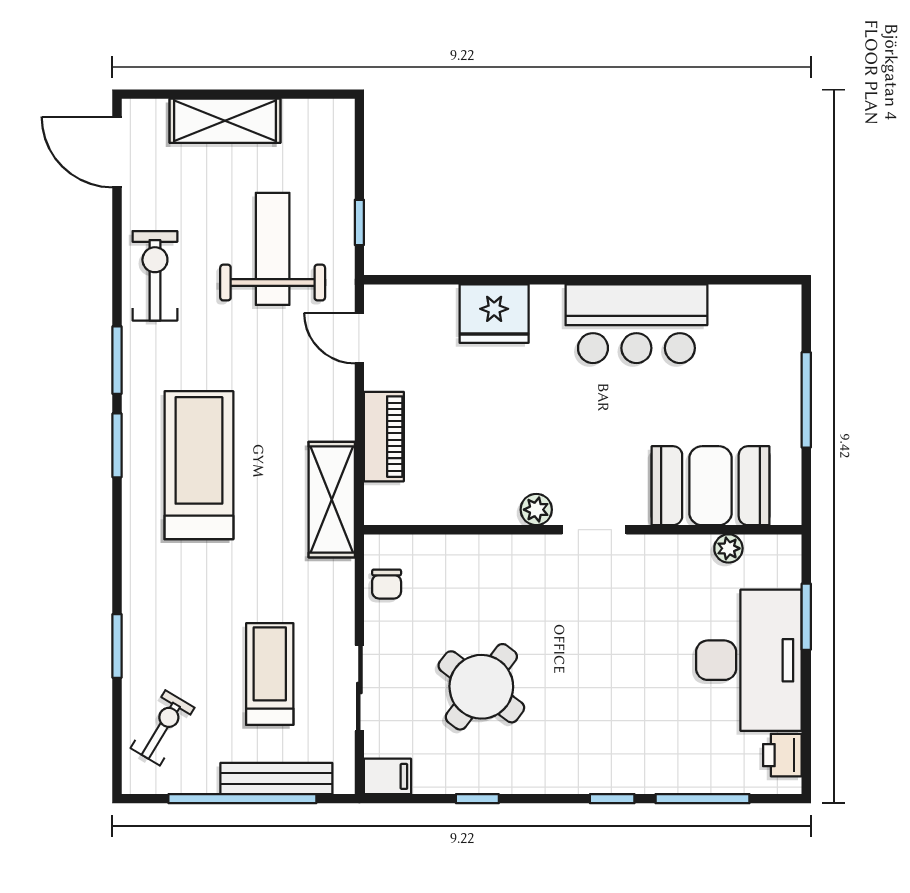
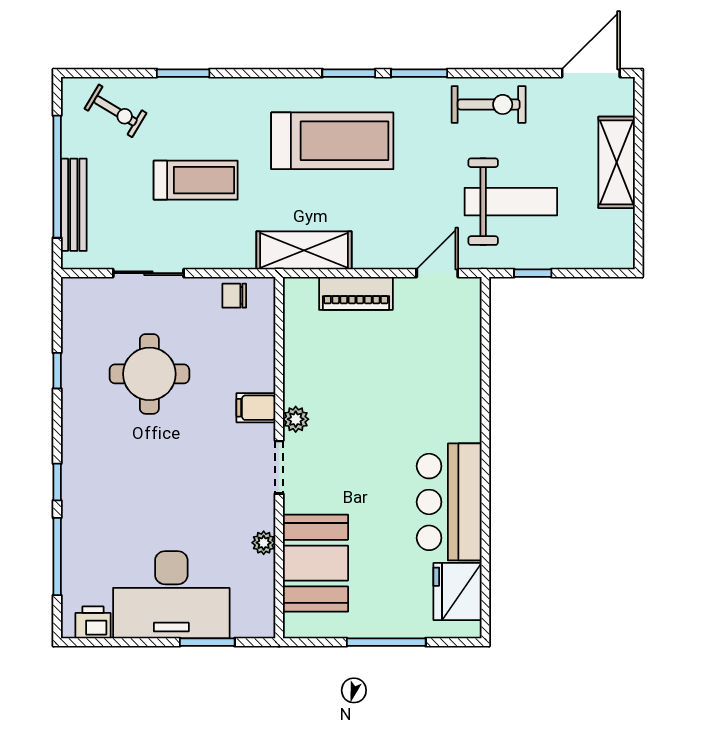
fridge: (494, 314) -> (458, 591), moved
plant: (728, 548) -> (264, 543), moved
treadmill: (270, 674) -> (196, 180), moved
round table: (481, 687) -> (149, 374), turned -37
filing cabinet: (387, 776) -> (256, 408), moved, turned 90

